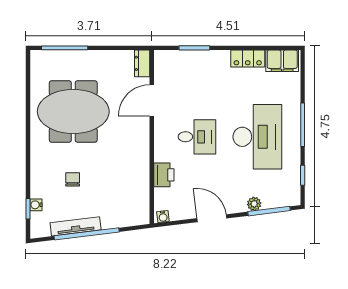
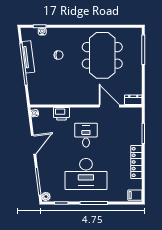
locker: (248, 58) -> (136, 162), width x1.53
filing cabinet: (282, 61) -> (135, 195), width x0.50
desk: (197, 137) -> (86, 135), turned 180
plant: (254, 204) -> (46, 197), moved

